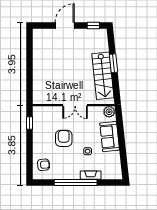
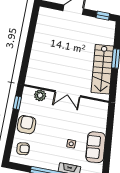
plant: (109, 112) -> (40, 95), moved
sofa: (110, 137) -> (96, 147), moved
armchair: (64, 138) -> (27, 125), moved

